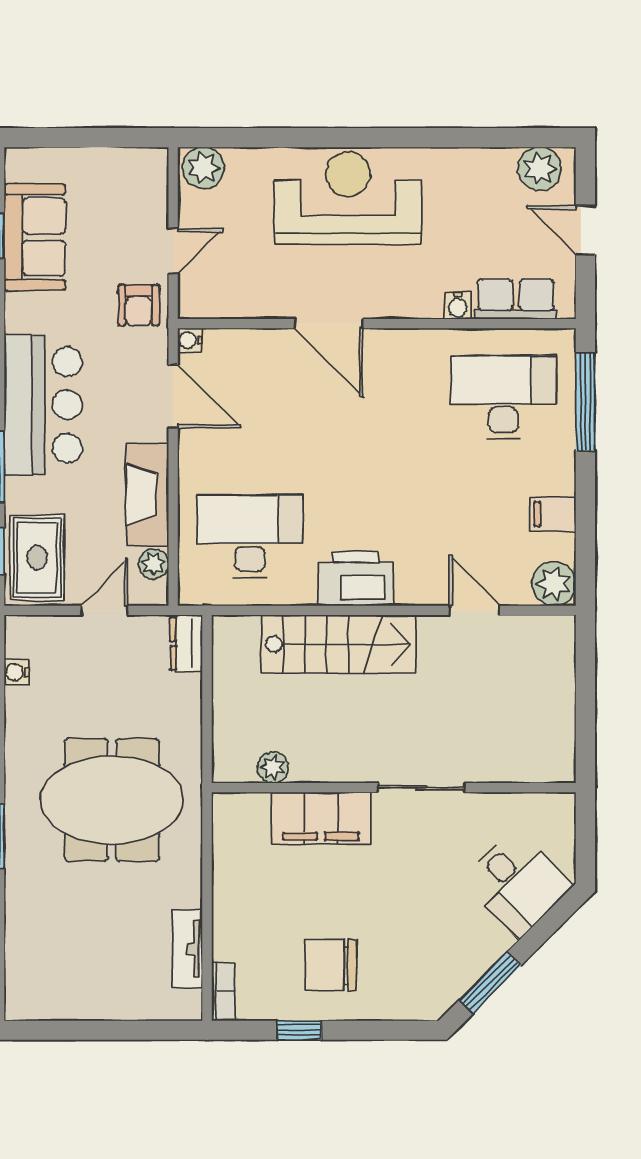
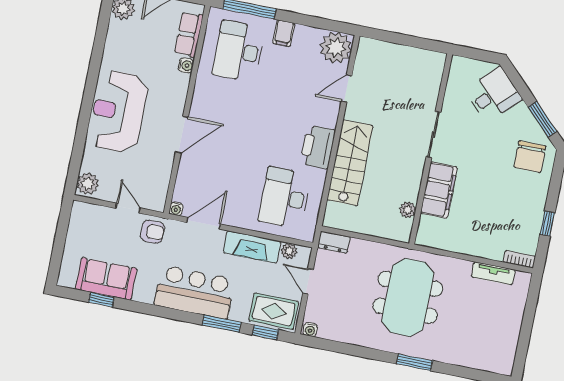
filing cabinet: (553, 514) -> (284, 33), moved
plant: (554, 584) -> (336, 48), width x1.36, depth x1.36
water cooler: (16, 672) -> (310, 330), moved
chair: (331, 965) -> (530, 157), moved

